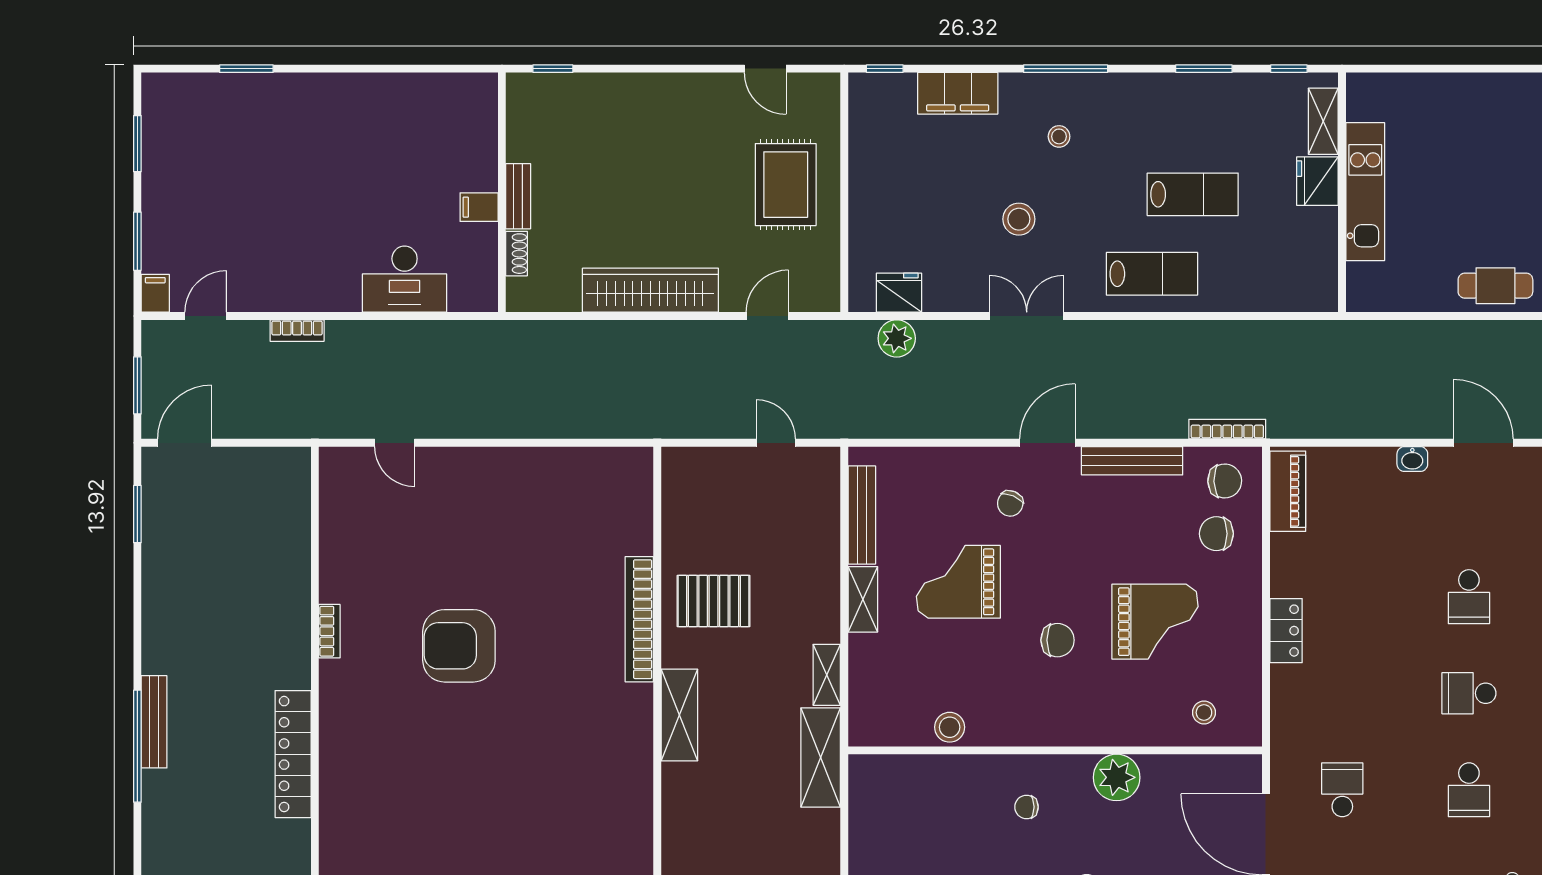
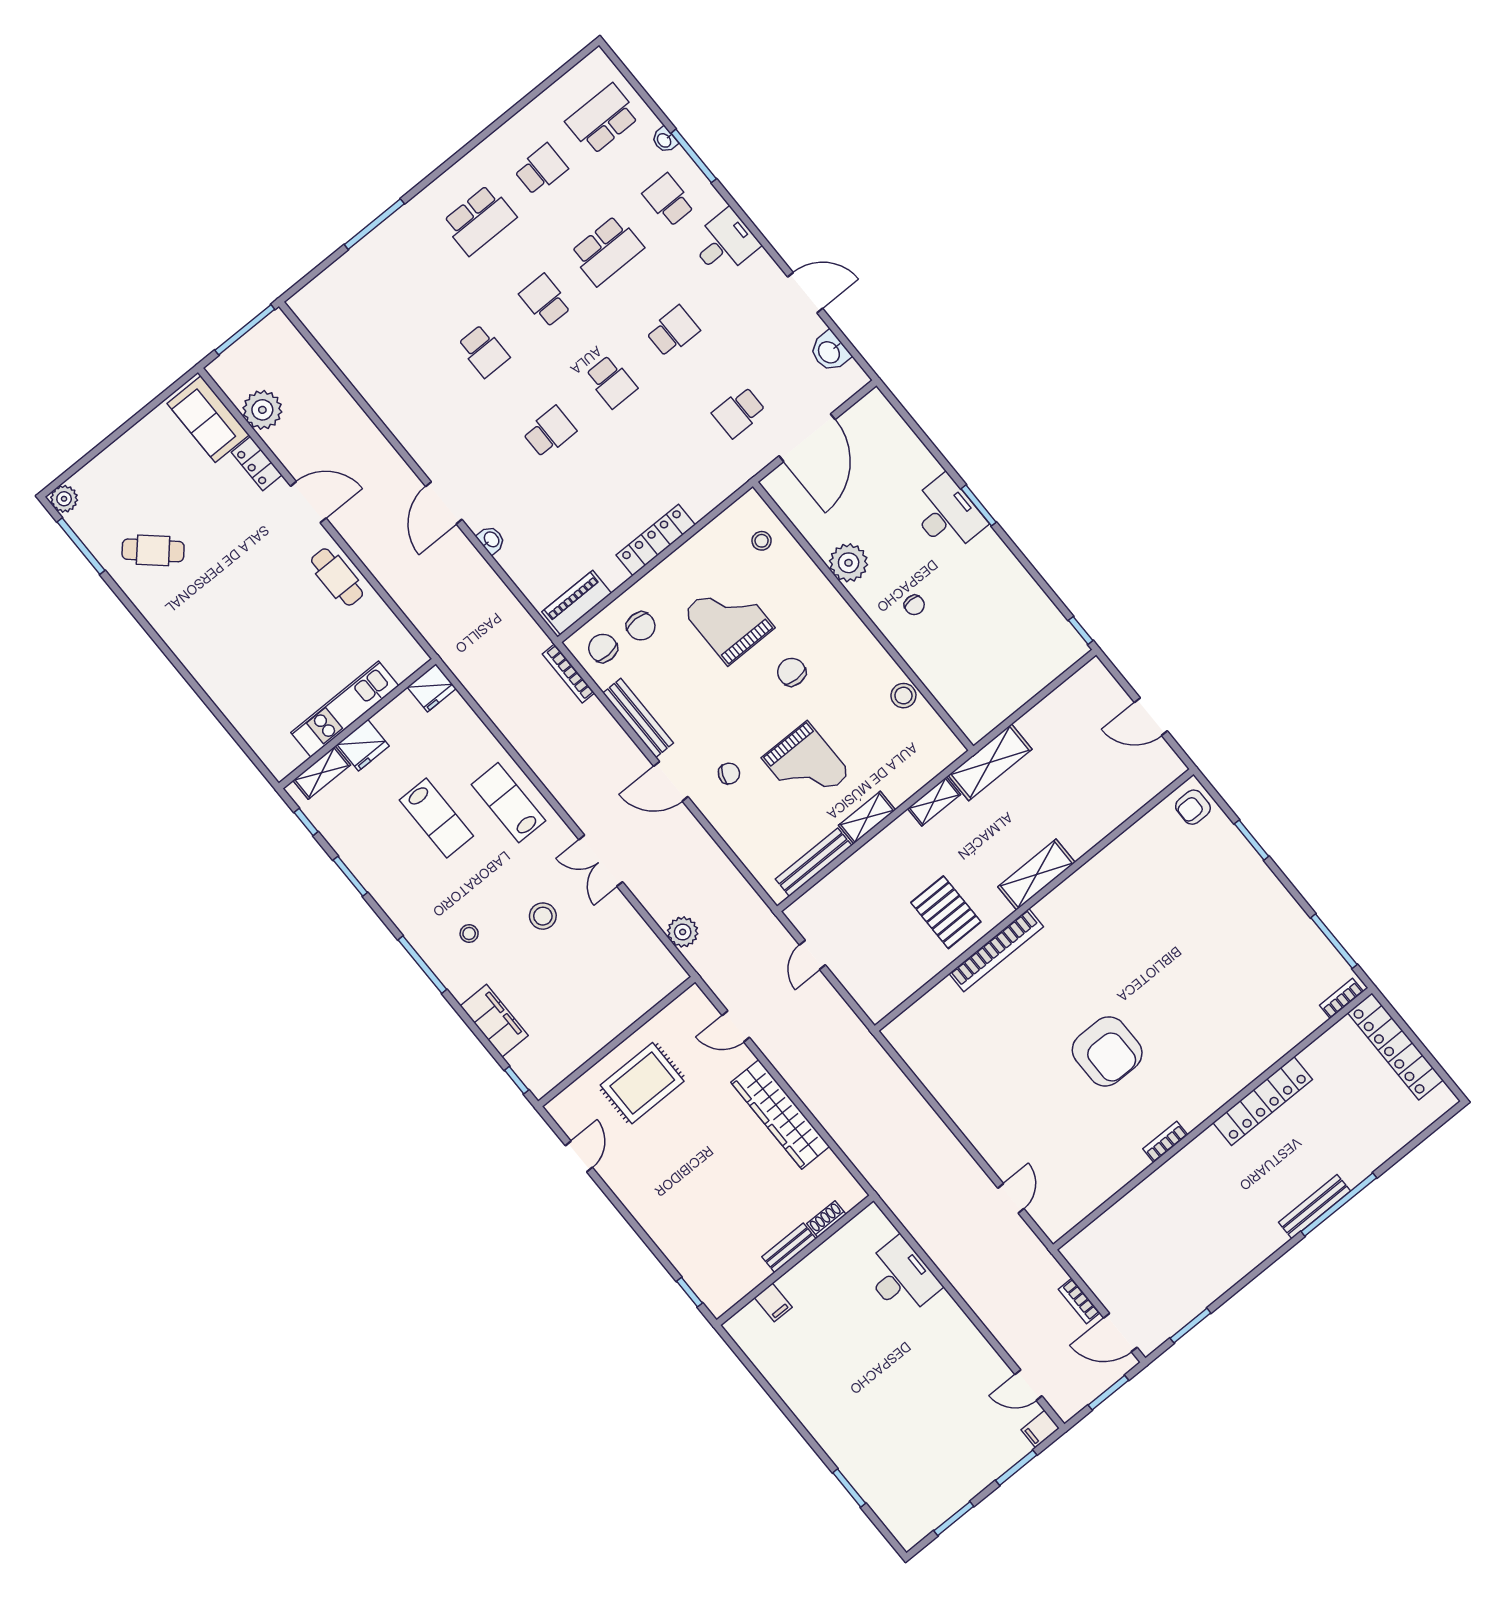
lab bench: (1193, 194) -> (436, 818), turned 180
filing cabinet: (479, 207) -> (773, 1302), moved
fridge: (899, 293) -> (432, 688), moved, turned -90
bookcase: (297, 331) -> (1079, 1301), moved, turned 180
locker: (1286, 631) -> (656, 540), width x1.53

